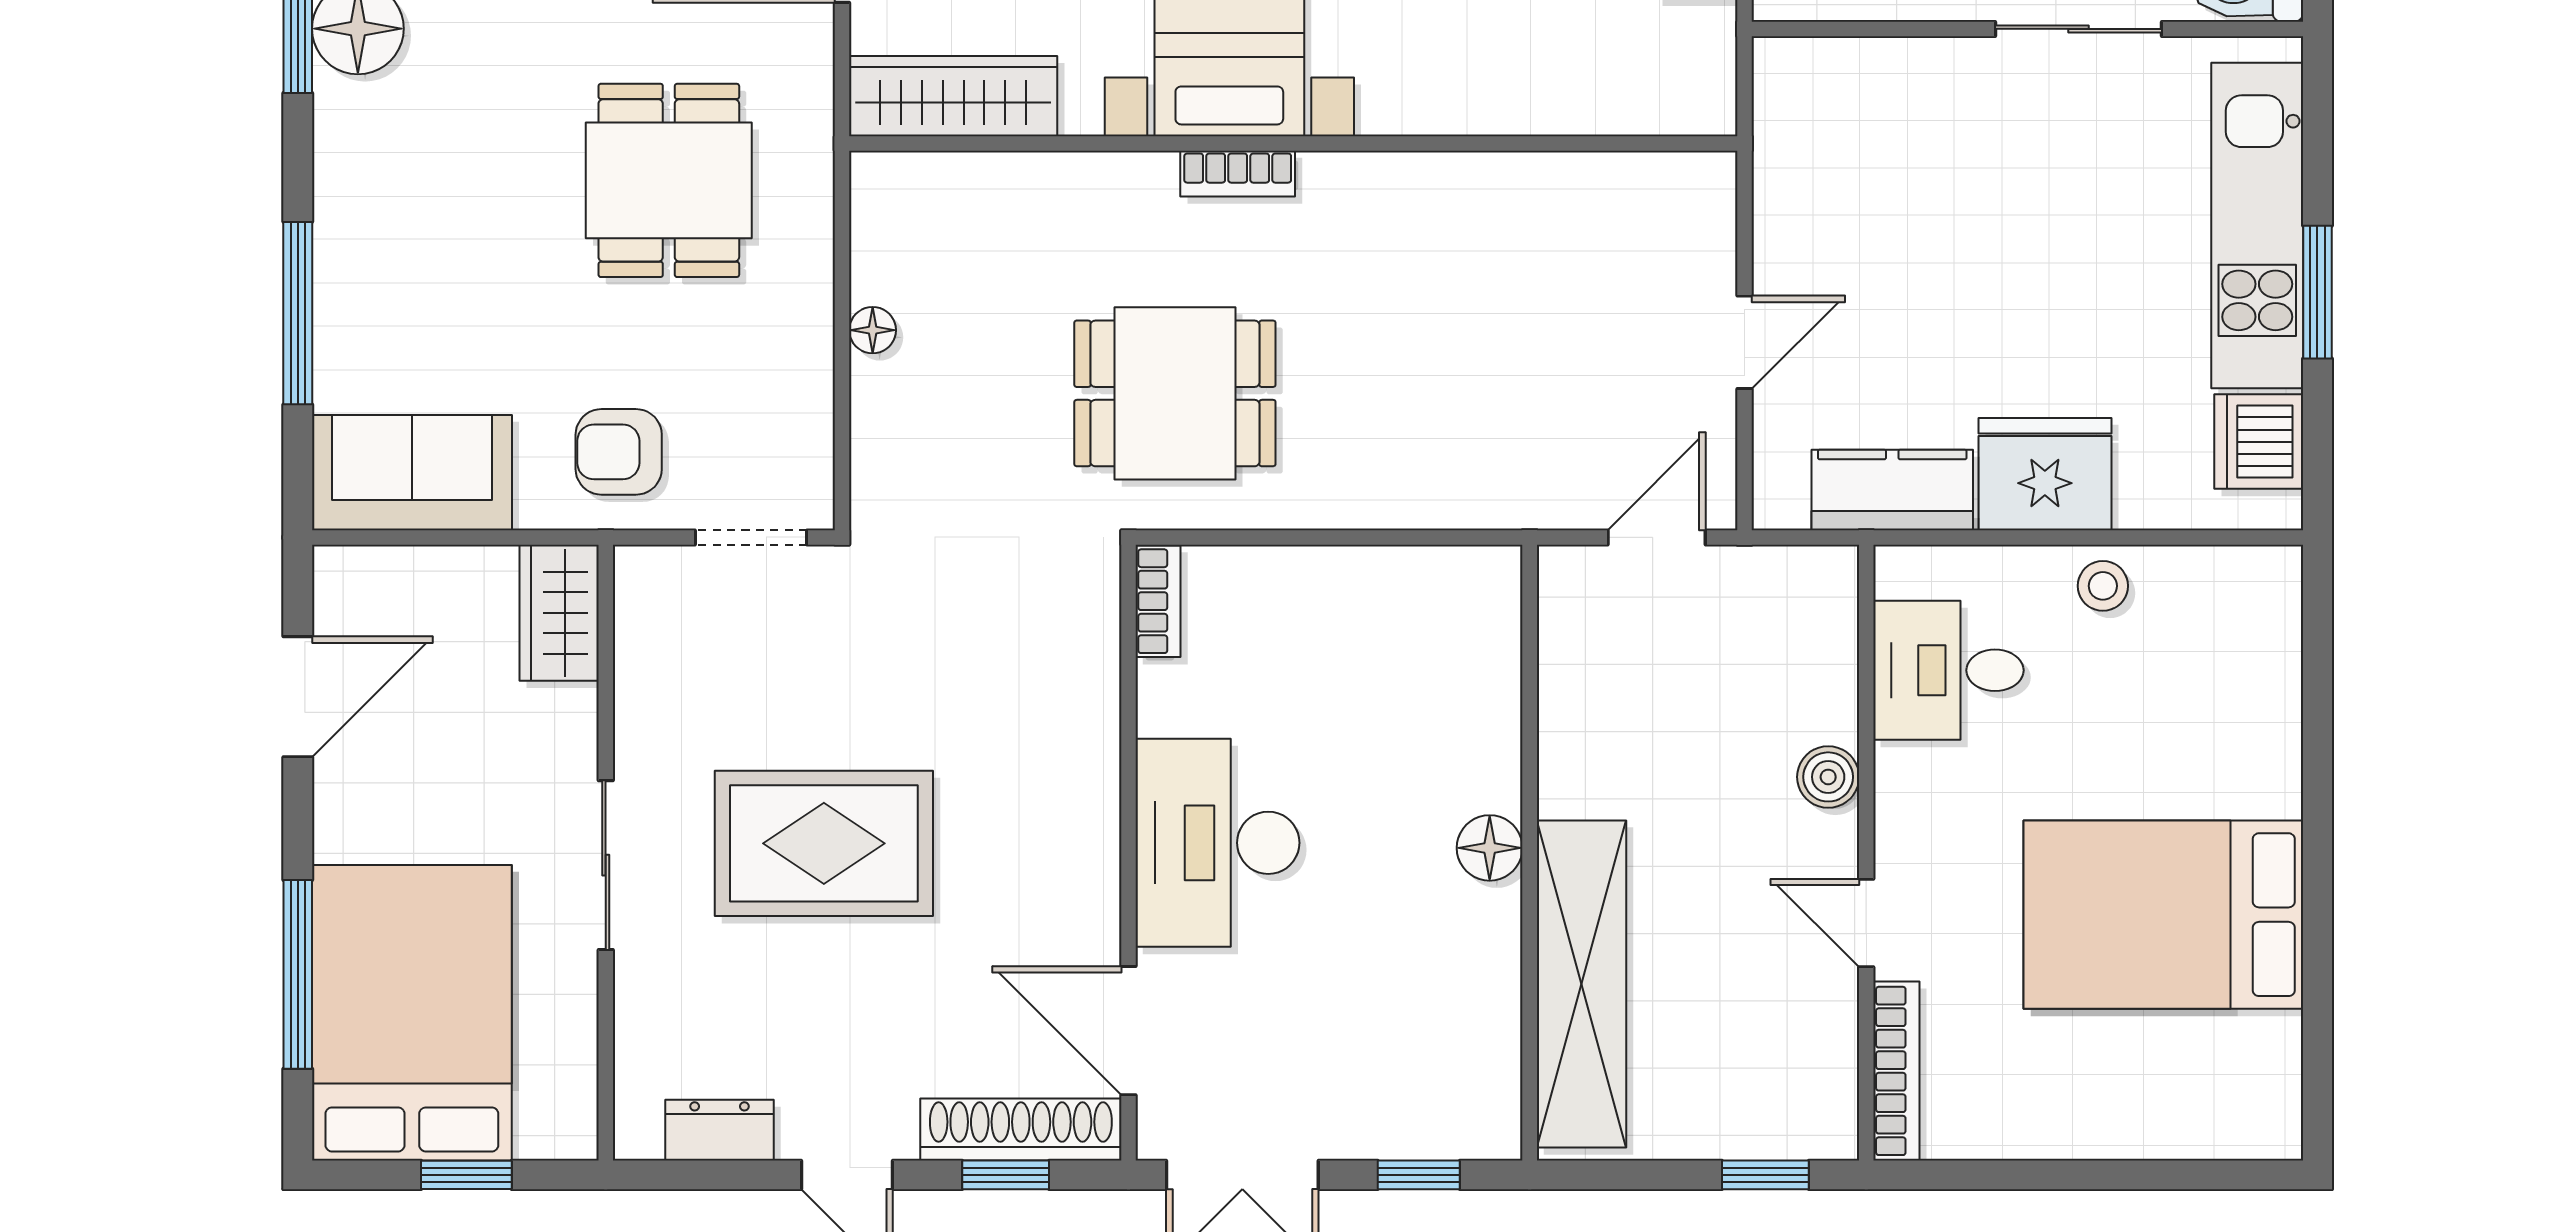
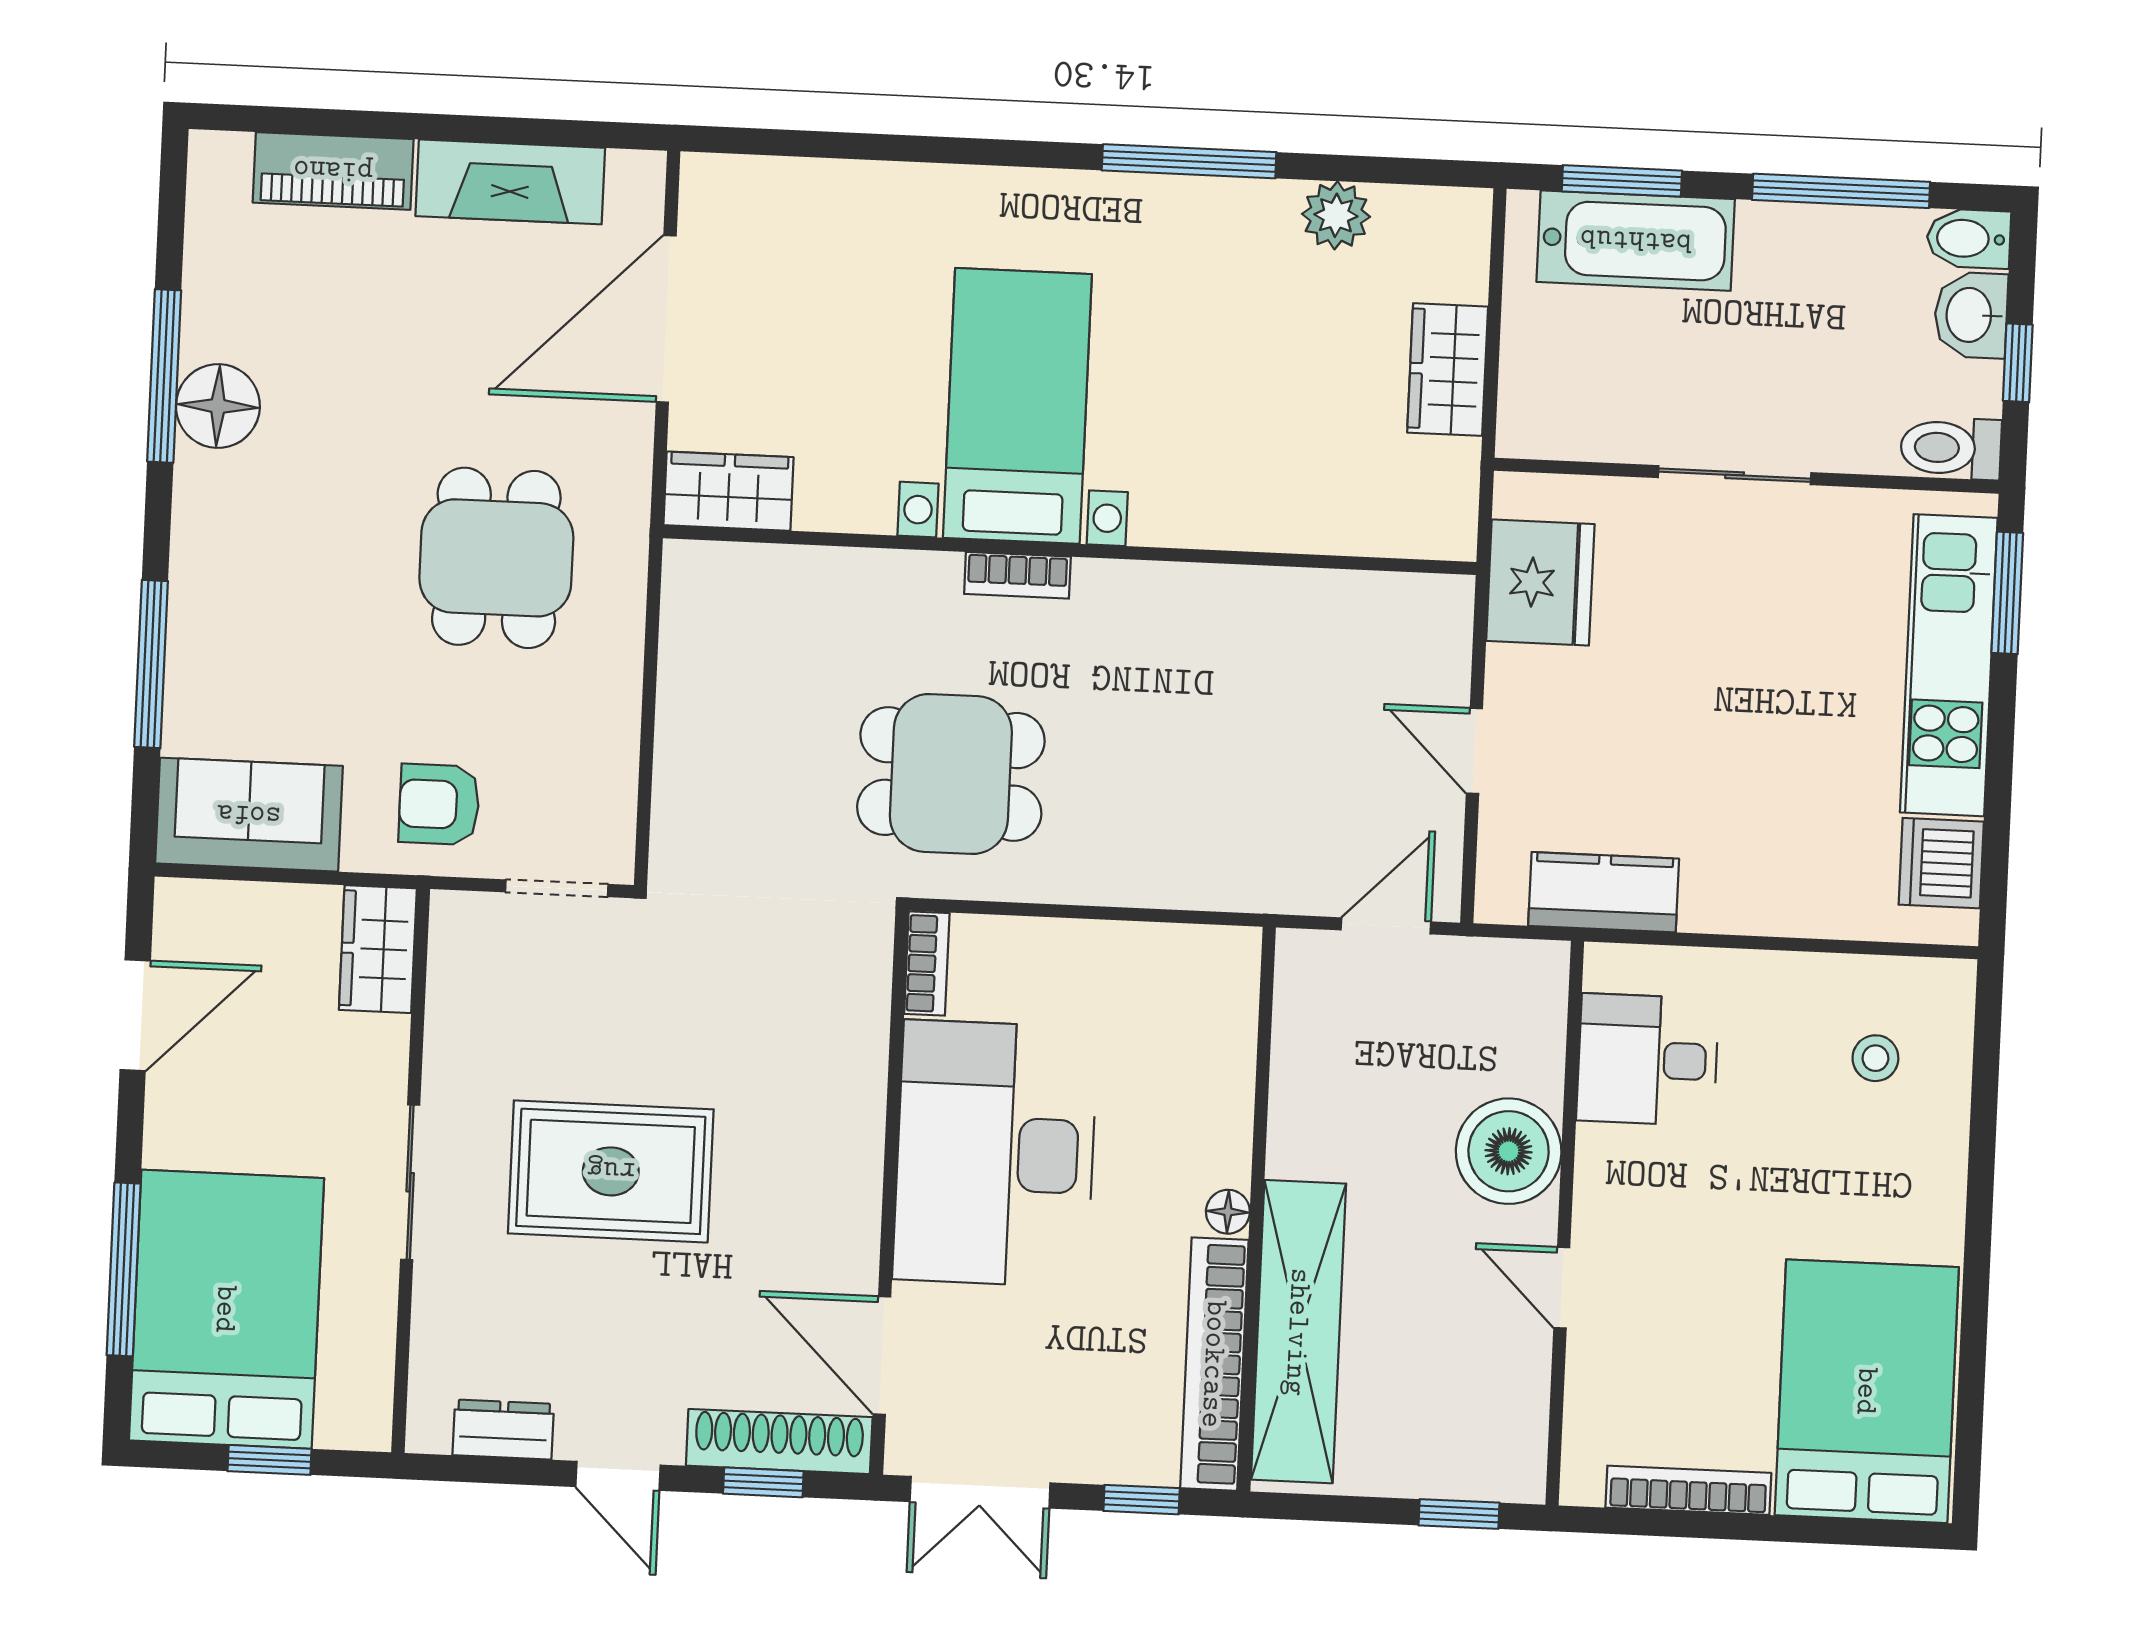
sliding door: (2078, 29) -> (1735, 475), moved
wardrobe: (953, 96) -> (728, 491), width x0.67
window: (2317, 292) -> (2007, 593), moved
floor lamp: (873, 330) -> (677, 703), removed
door: (1744, 342) -> (1474, 751), swing flipped
fridge: (2045, 474) -> (1540, 582), moved, turned 90
stool: (2103, 586) -> (1875, 1058), moved
boiler: (1828, 777) -> (1509, 1151), width x1.86, depth x1.86
desk: (1218, 843) -> (995, 1154), width x1.36, depth x1.30
floor lamp: (1490, 848) -> (1228, 1212), width x0.73, depth x0.73
bed: (2163, 915) -> (1867, 1391), moved, turned 90
bookcase: (1491, 1023) -> (1214, 1364), added
bookcase: (1896, 1071) -> (1688, 1490), moved, turned -90

